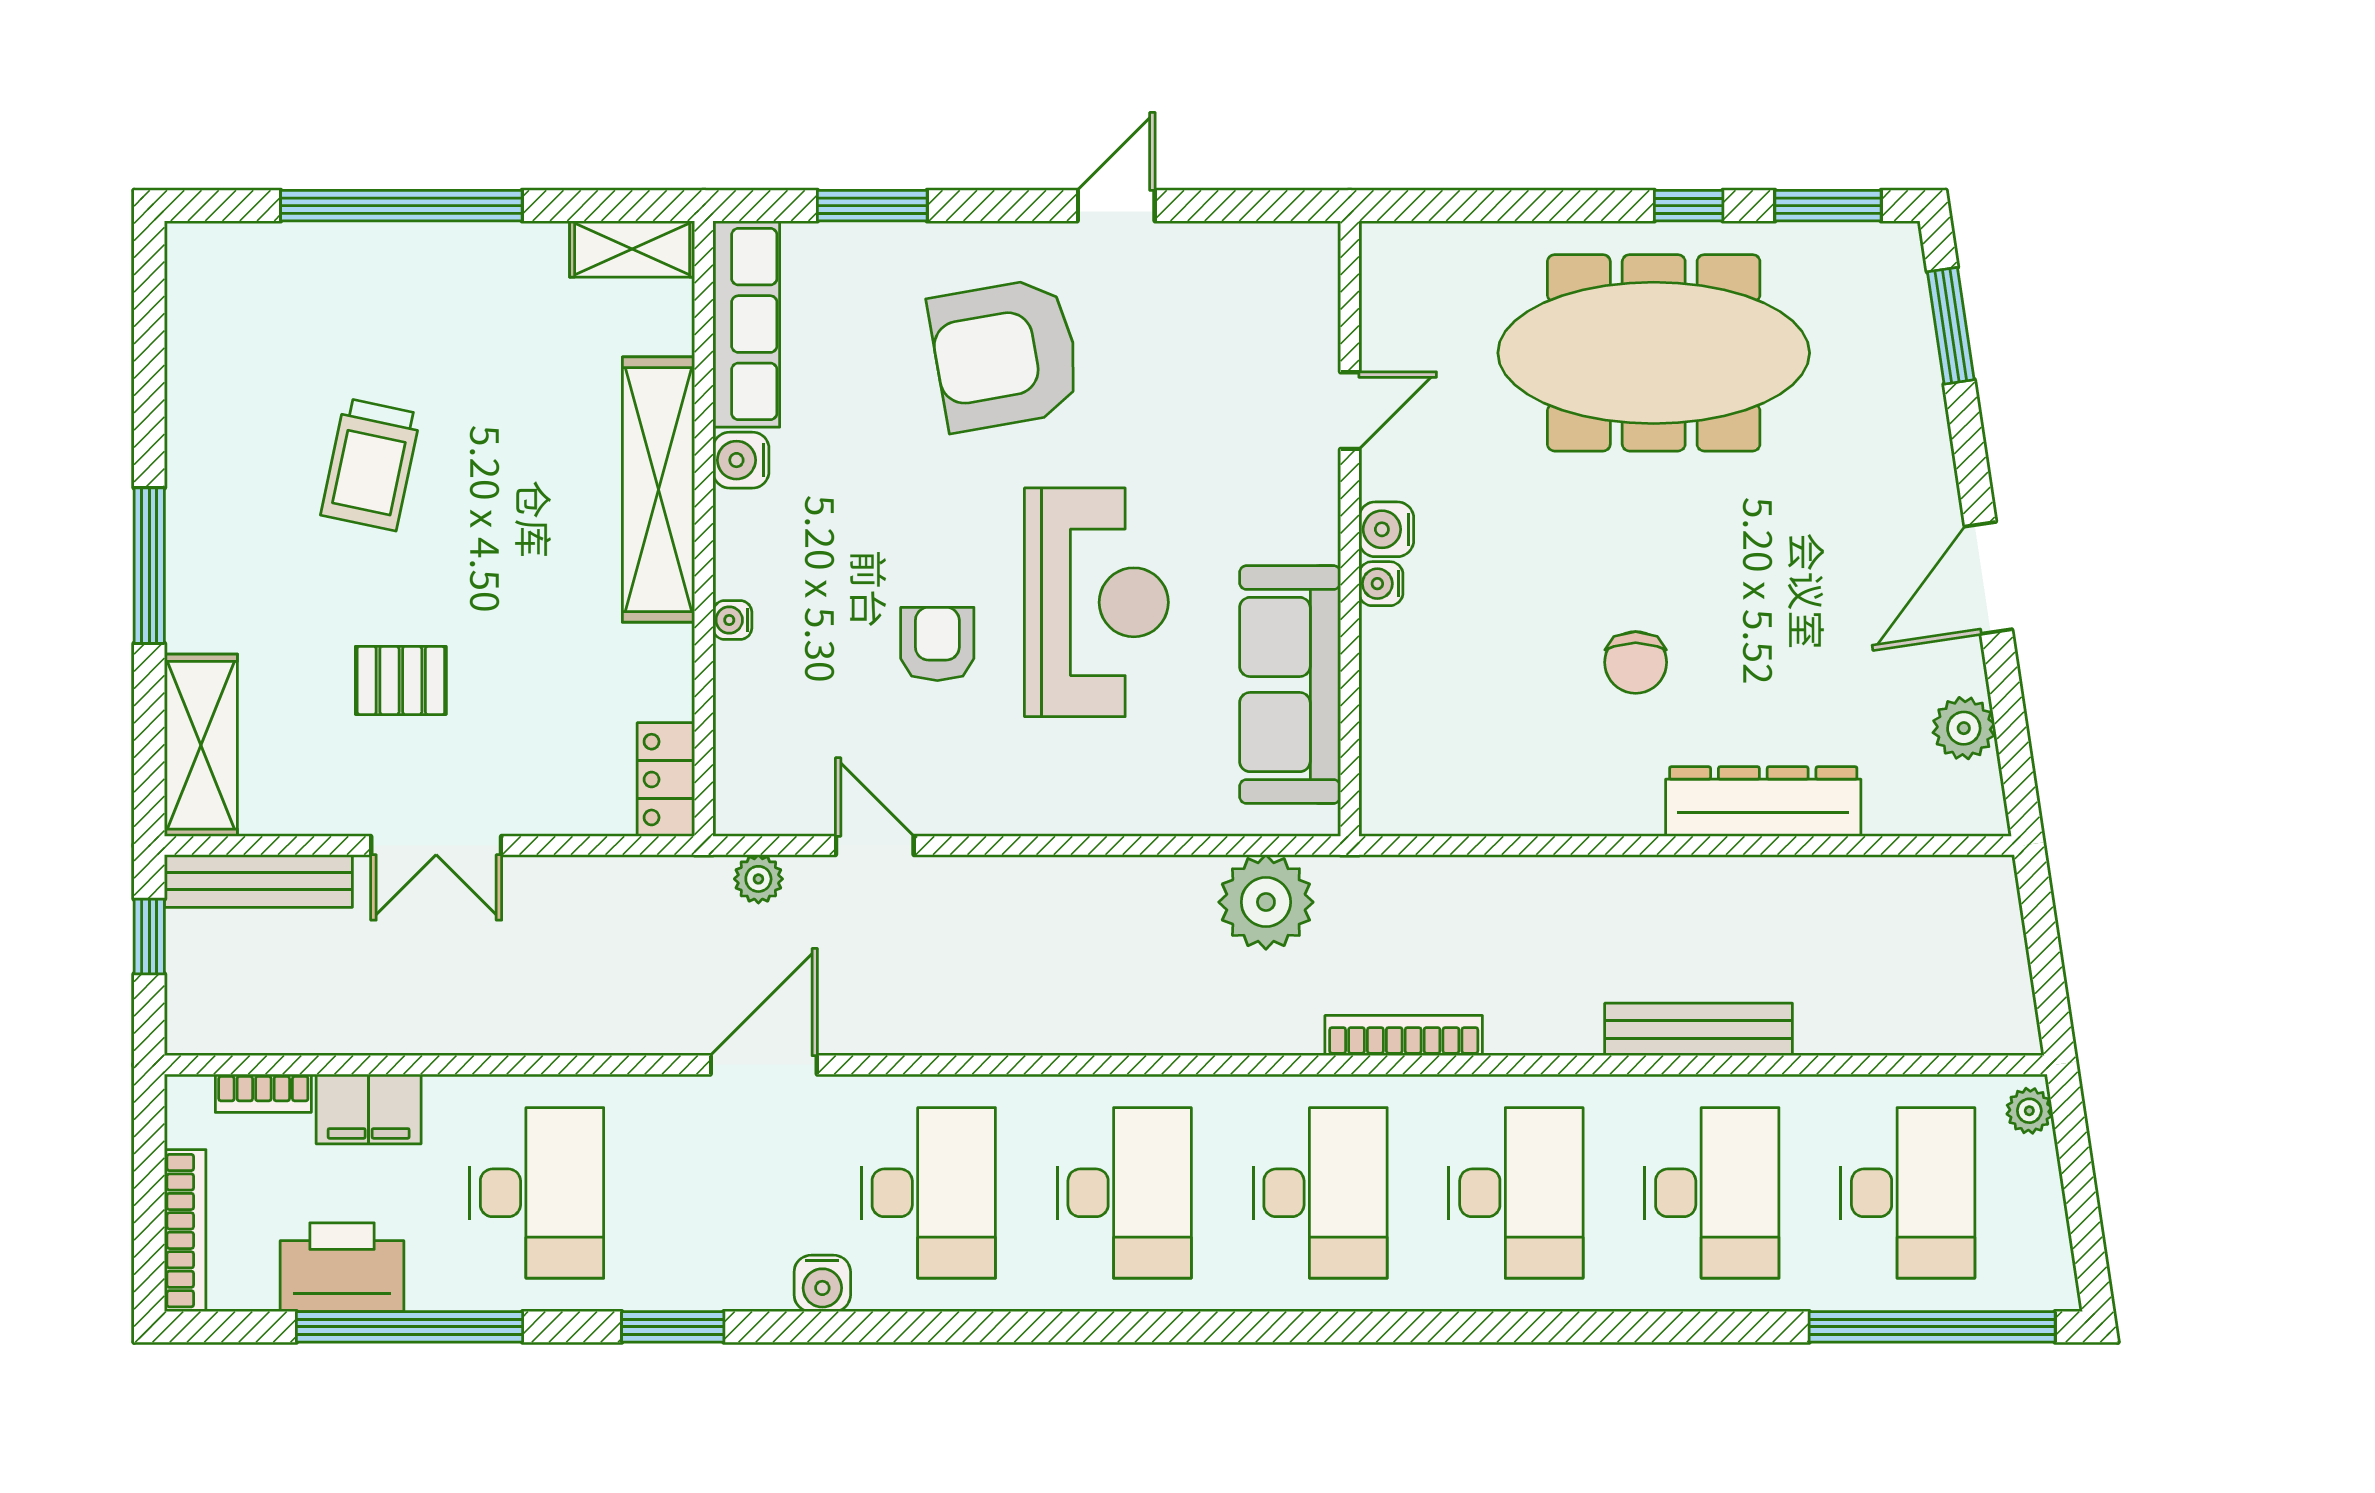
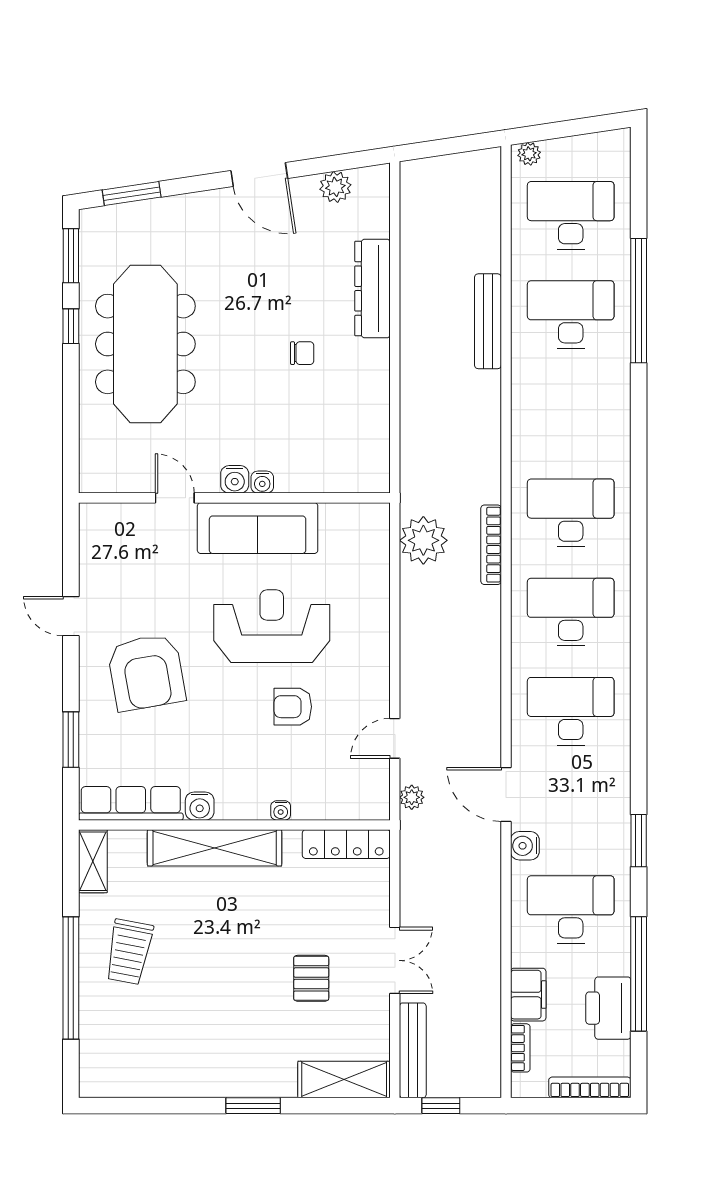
trolley: (371, 464) -> (129, 952), moved, turned 89
window: (149, 566) -> (253, 1106), width x0.69
chair: (1636, 662) -> (302, 353), width x0.73, depth x0.73
sofa: (1290, 685) -> (258, 528), moved
locker: (666, 780) -> (346, 844), width x1.53
bookcase: (1404, 1036) -> (491, 545), moved
desk: (1516, 1193) -> (571, 414), removed
water cooler: (822, 1283) -> (525, 846), moved, turned 180
window: (1932, 1327) -> (639, 301), moved

